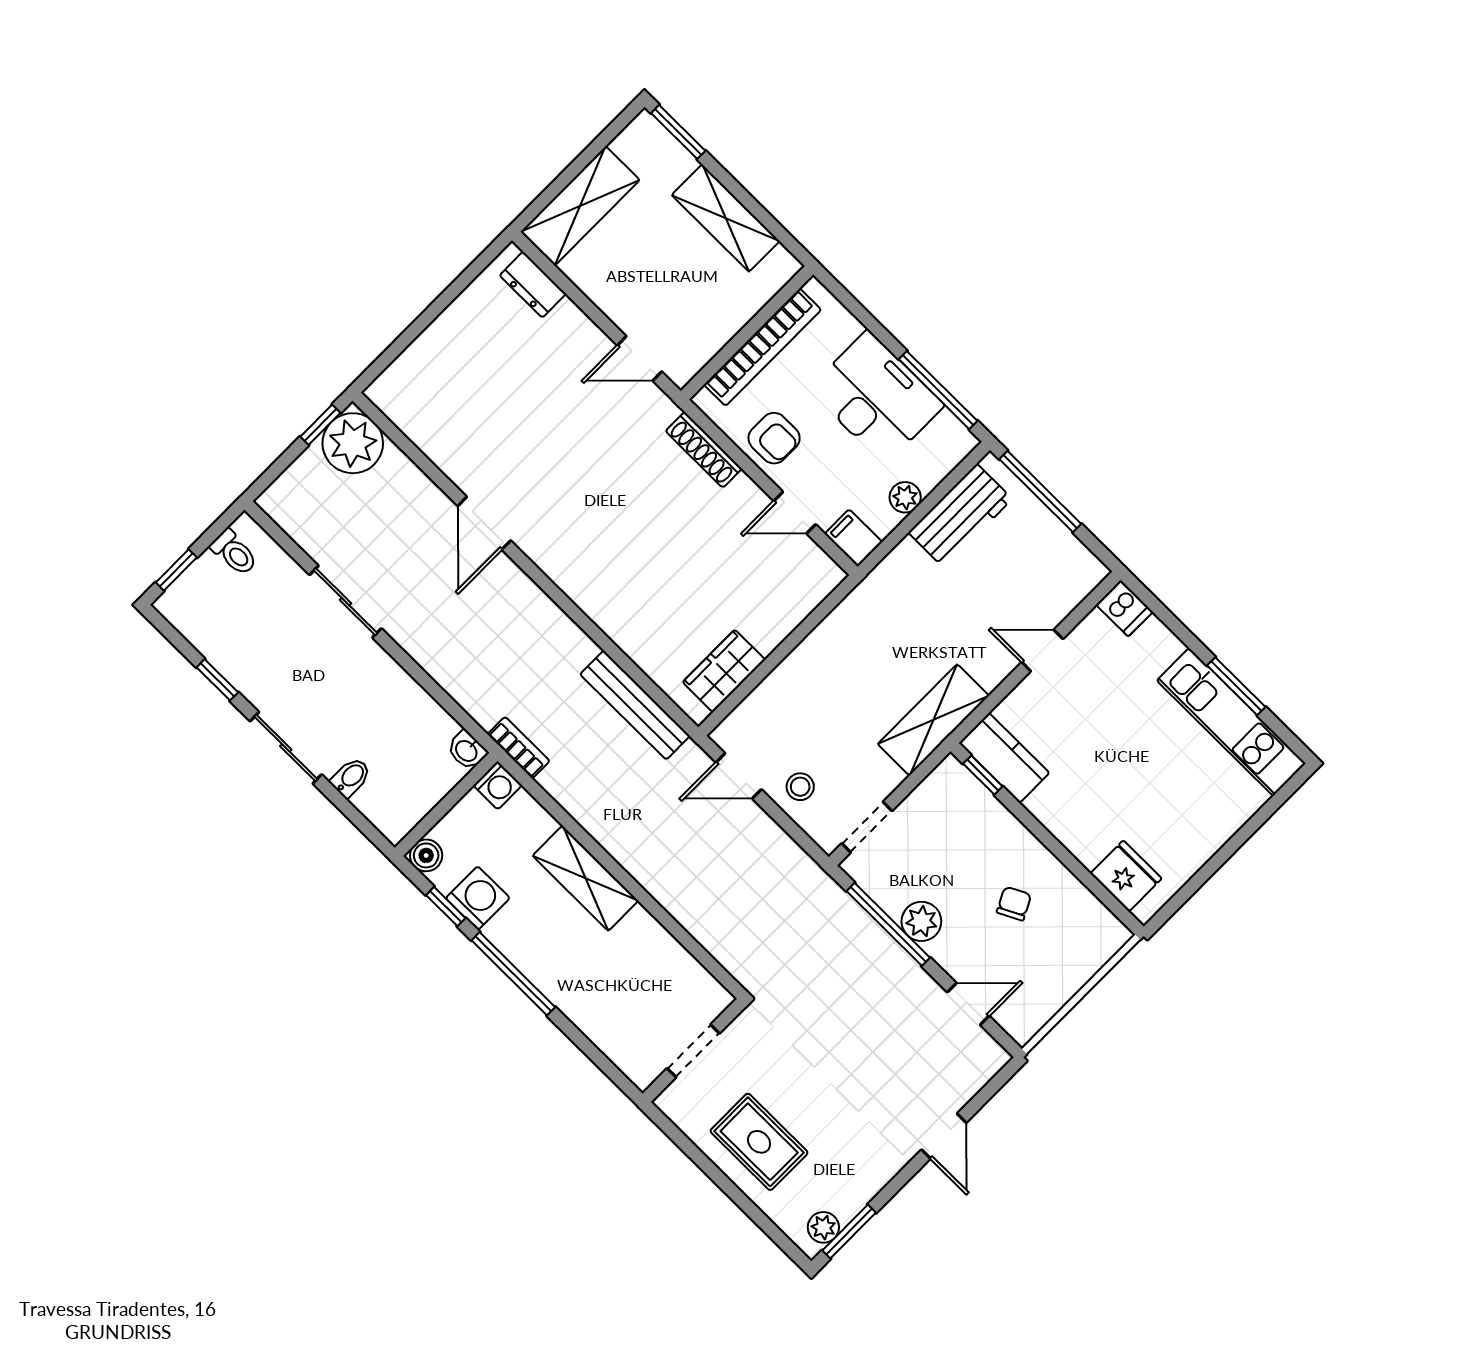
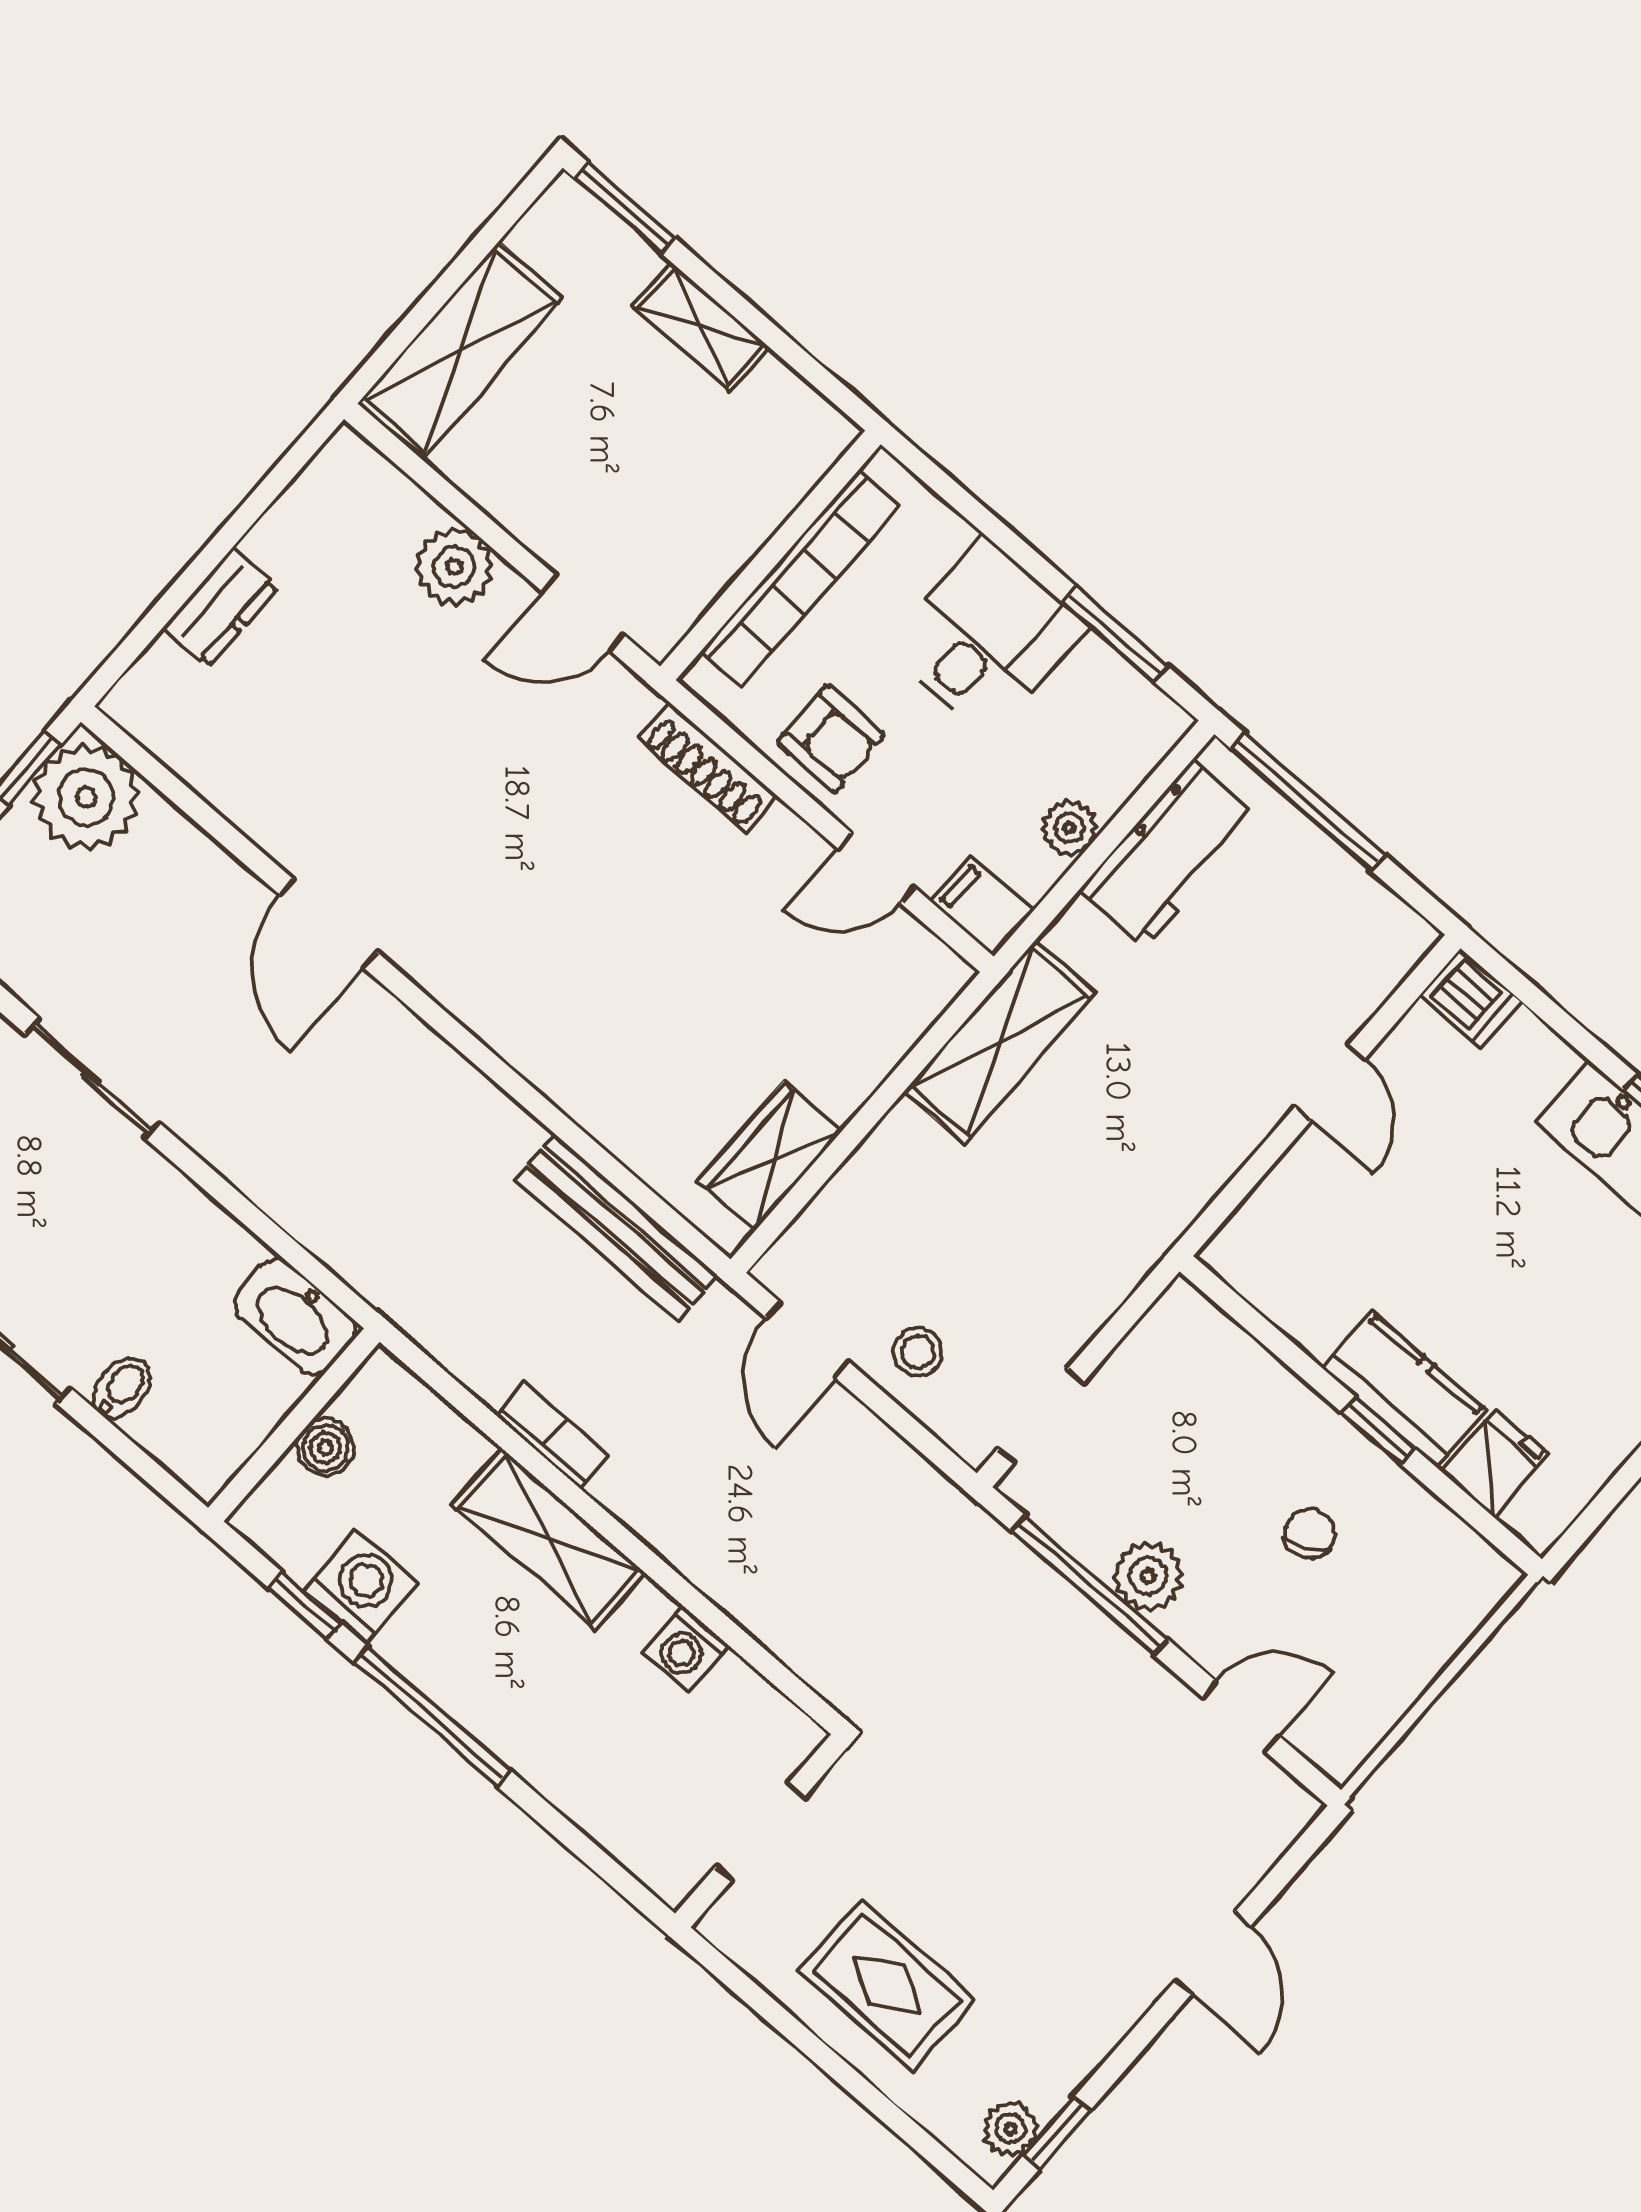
shelving: (726, 218) -> (701, 326), width x0.67, depth x0.75
dresser: (533, 285) -> (220, 607), moved, turned -90
plant: (569, 327) -> (454, 567), added
window: (938, 390) -> (1115, 634), width x0.69
desk: (876, 397) -> (987, 637), width x0.73
door: (1042, 651) -> (1330, 1083), swing flipped
shelving: (933, 720) -> (1000, 1042), moved
bookcase: (519, 748) -> (553, 1435), moved
washbasin: (467, 750) -> (295, 1317), width x1.91, depth x1.45
kitchen counter: (1004, 758) -> (1404, 1389), moved
window: (983, 775) -> (1378, 1431), moved
door: (739, 776) -> (808, 1340), hinge flipped
washing machine: (498, 785) -> (686, 1649), moved, turned 90
boiler: (426, 855) -> (325, 1447), moved
fridge: (1126, 876) -> (1494, 1463), width x0.72
window: (849, 1232) -> (1057, 2133), width x0.67

